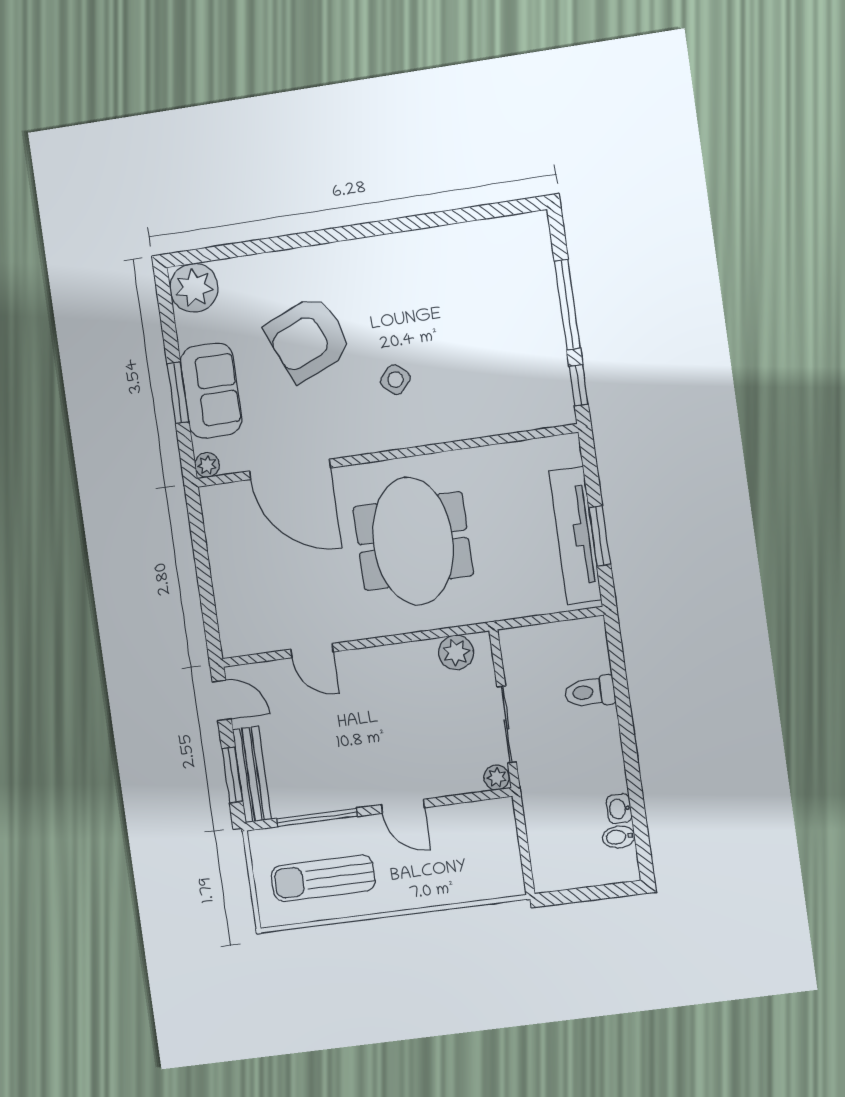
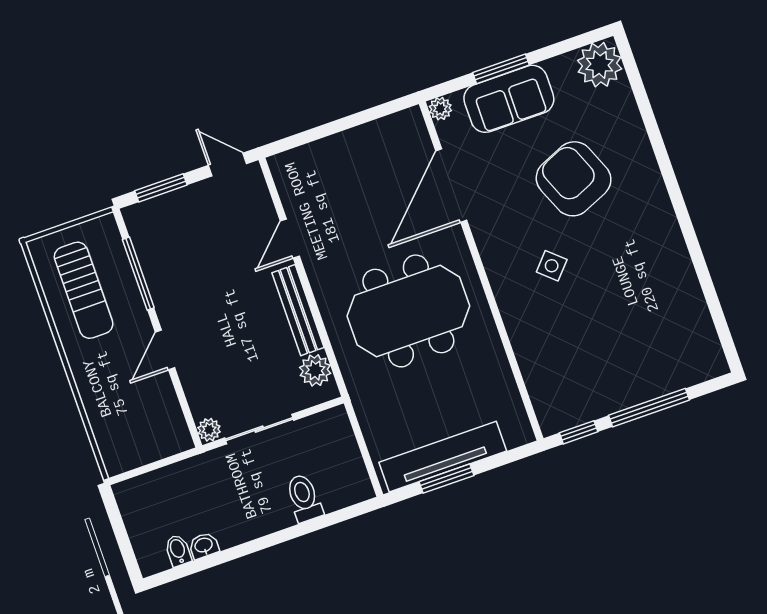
door: (222, 700) -> (227, 165), swing flipped
bench: (252, 774) -> (298, 310), moved, turned 90
sun lounger: (323, 878) -> (84, 290), turned 180

